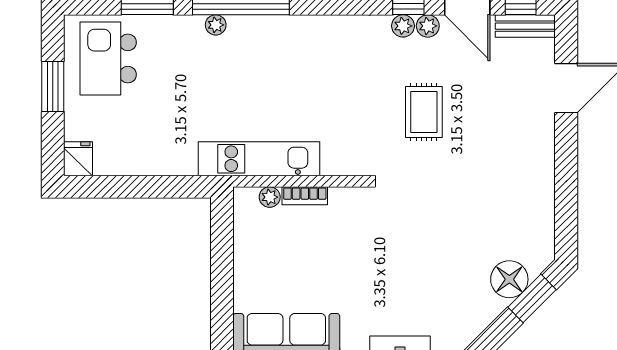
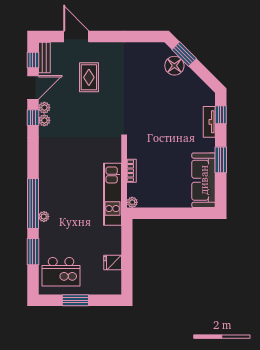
rug: (424, 112) -> (89, 77), moved, turned 90
fridge: (78, 159) -> (113, 262), moved
plant: (270, 197) -> (132, 202), moved

